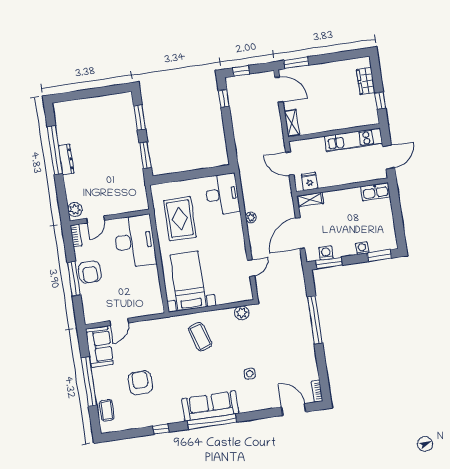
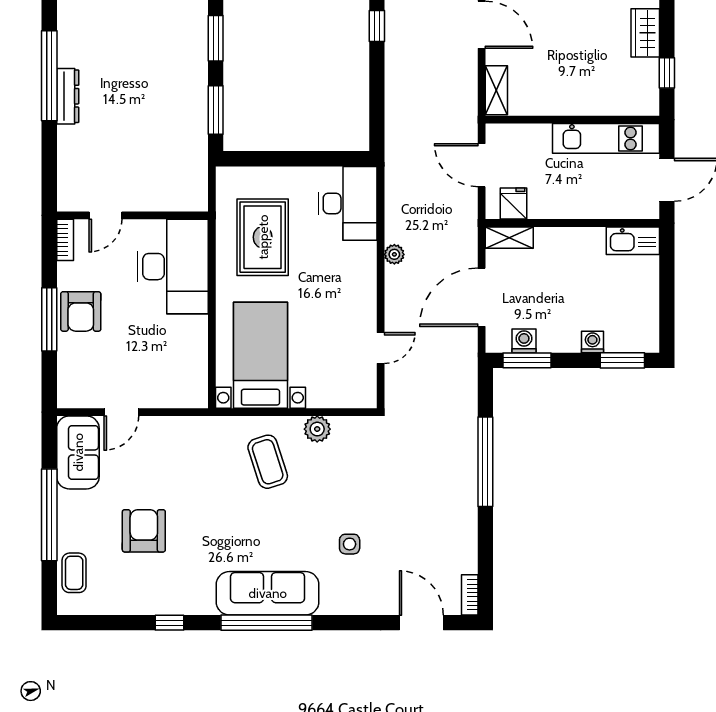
plant: (75, 209) -> (70, 191), removed
plant: (242, 313) -> (317, 429), moved

